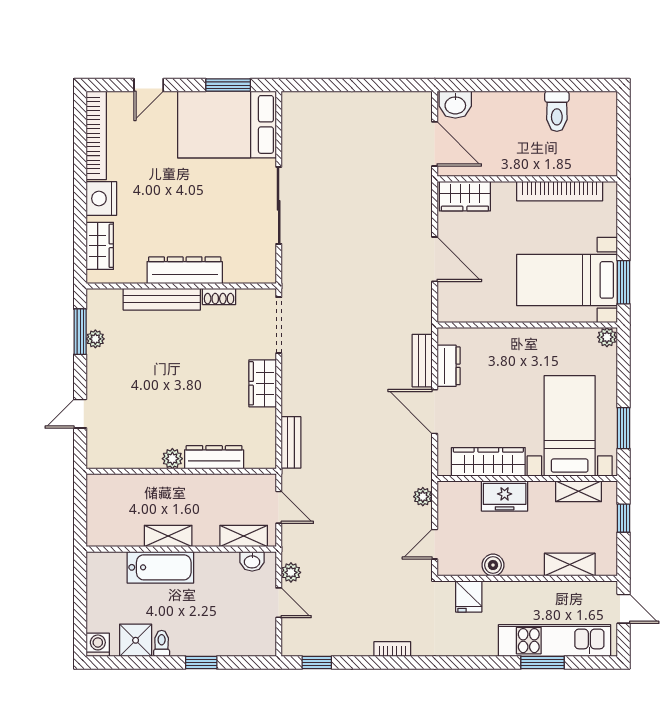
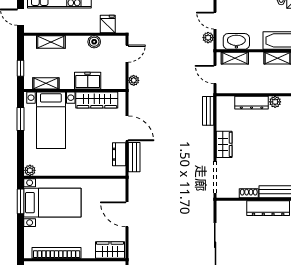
washbasin: (252, 561) -> (236, 41), width x1.91, depth x1.45

